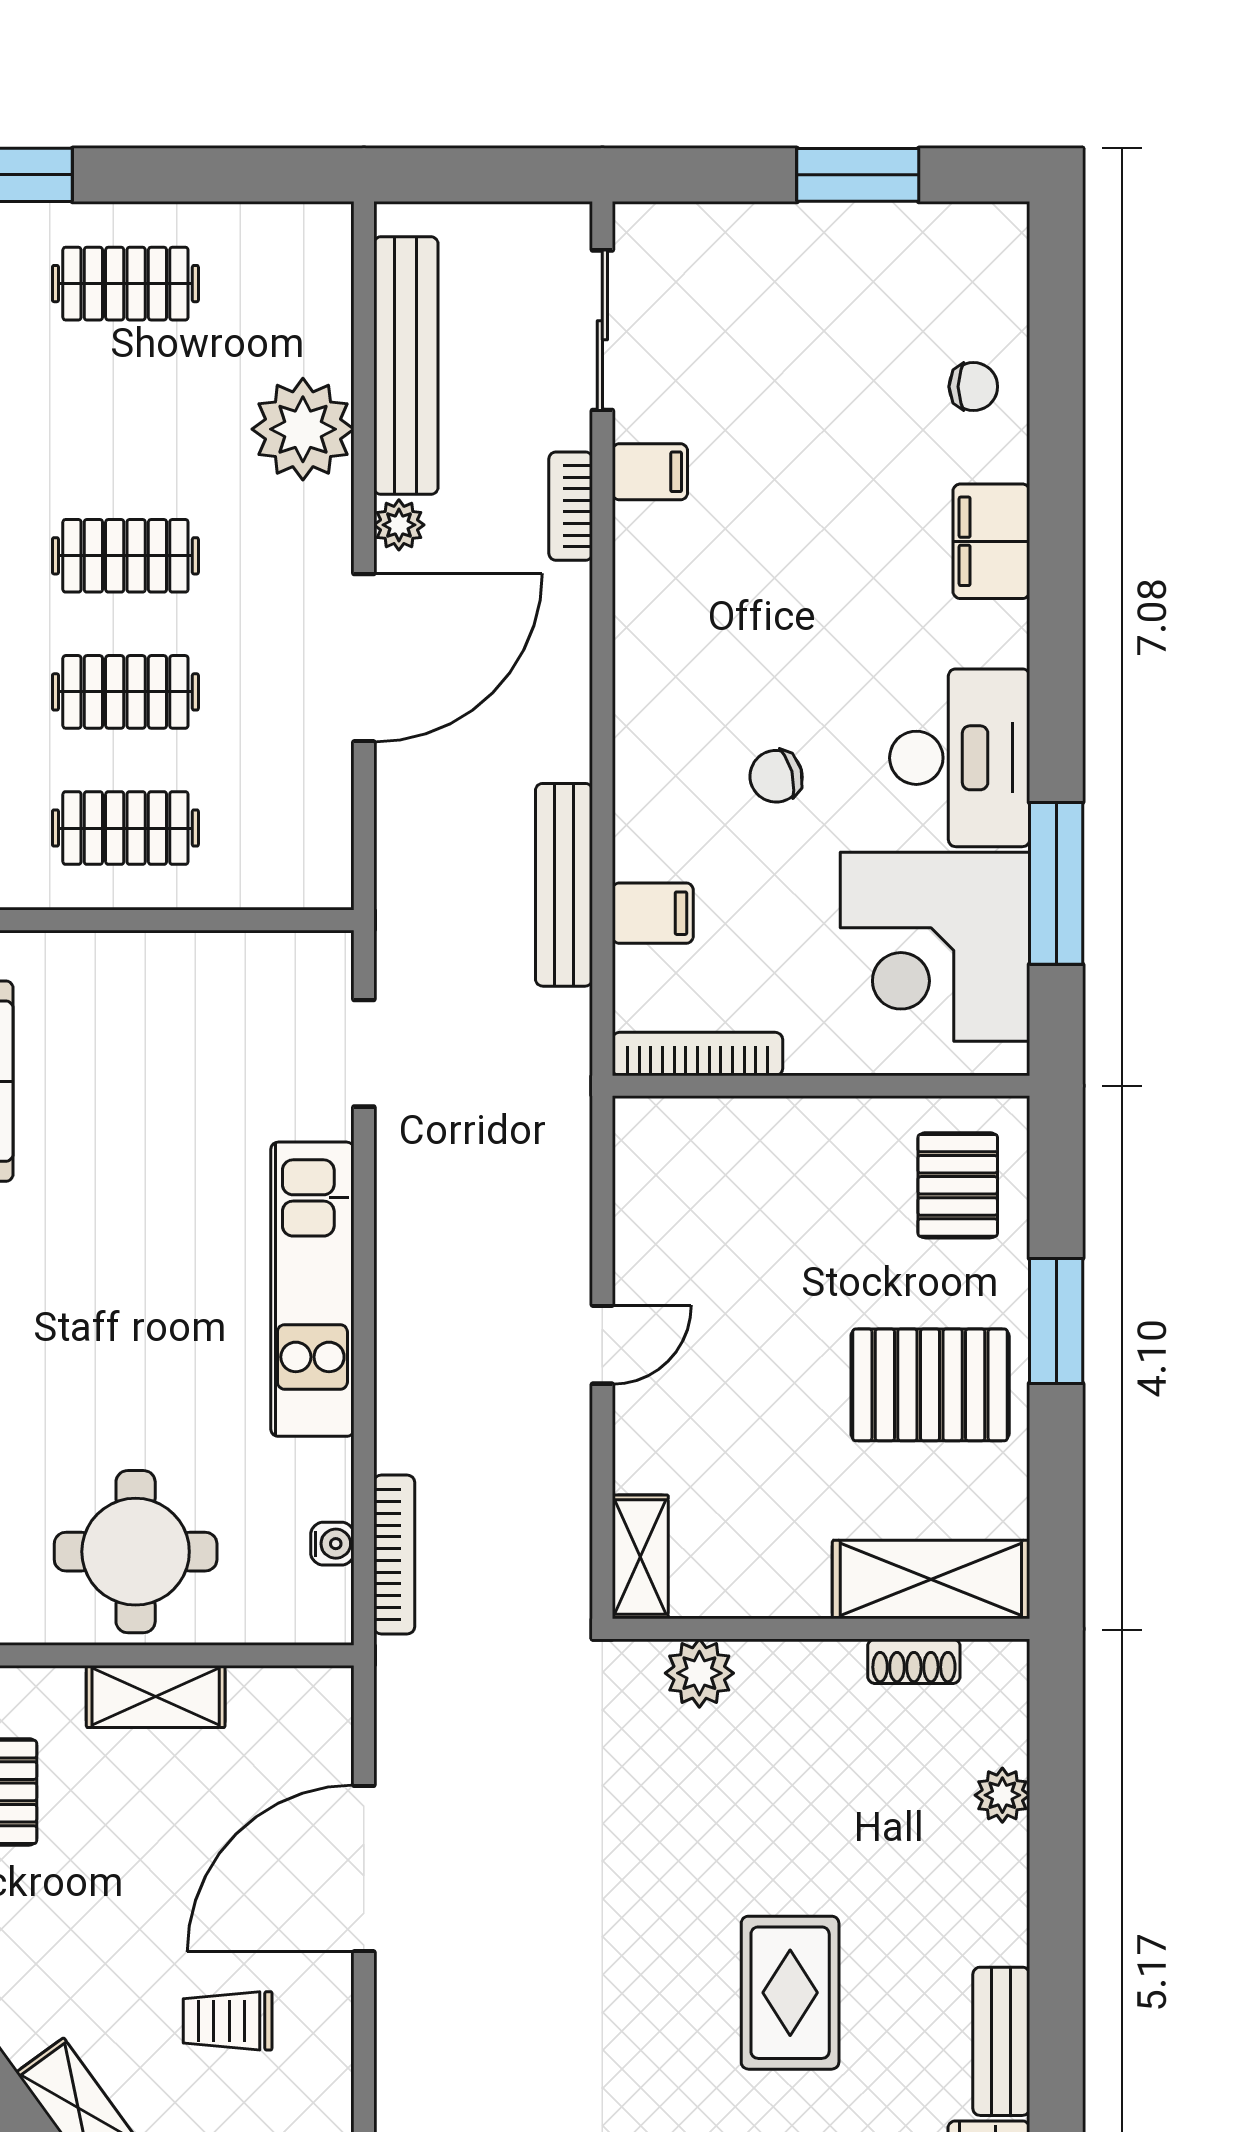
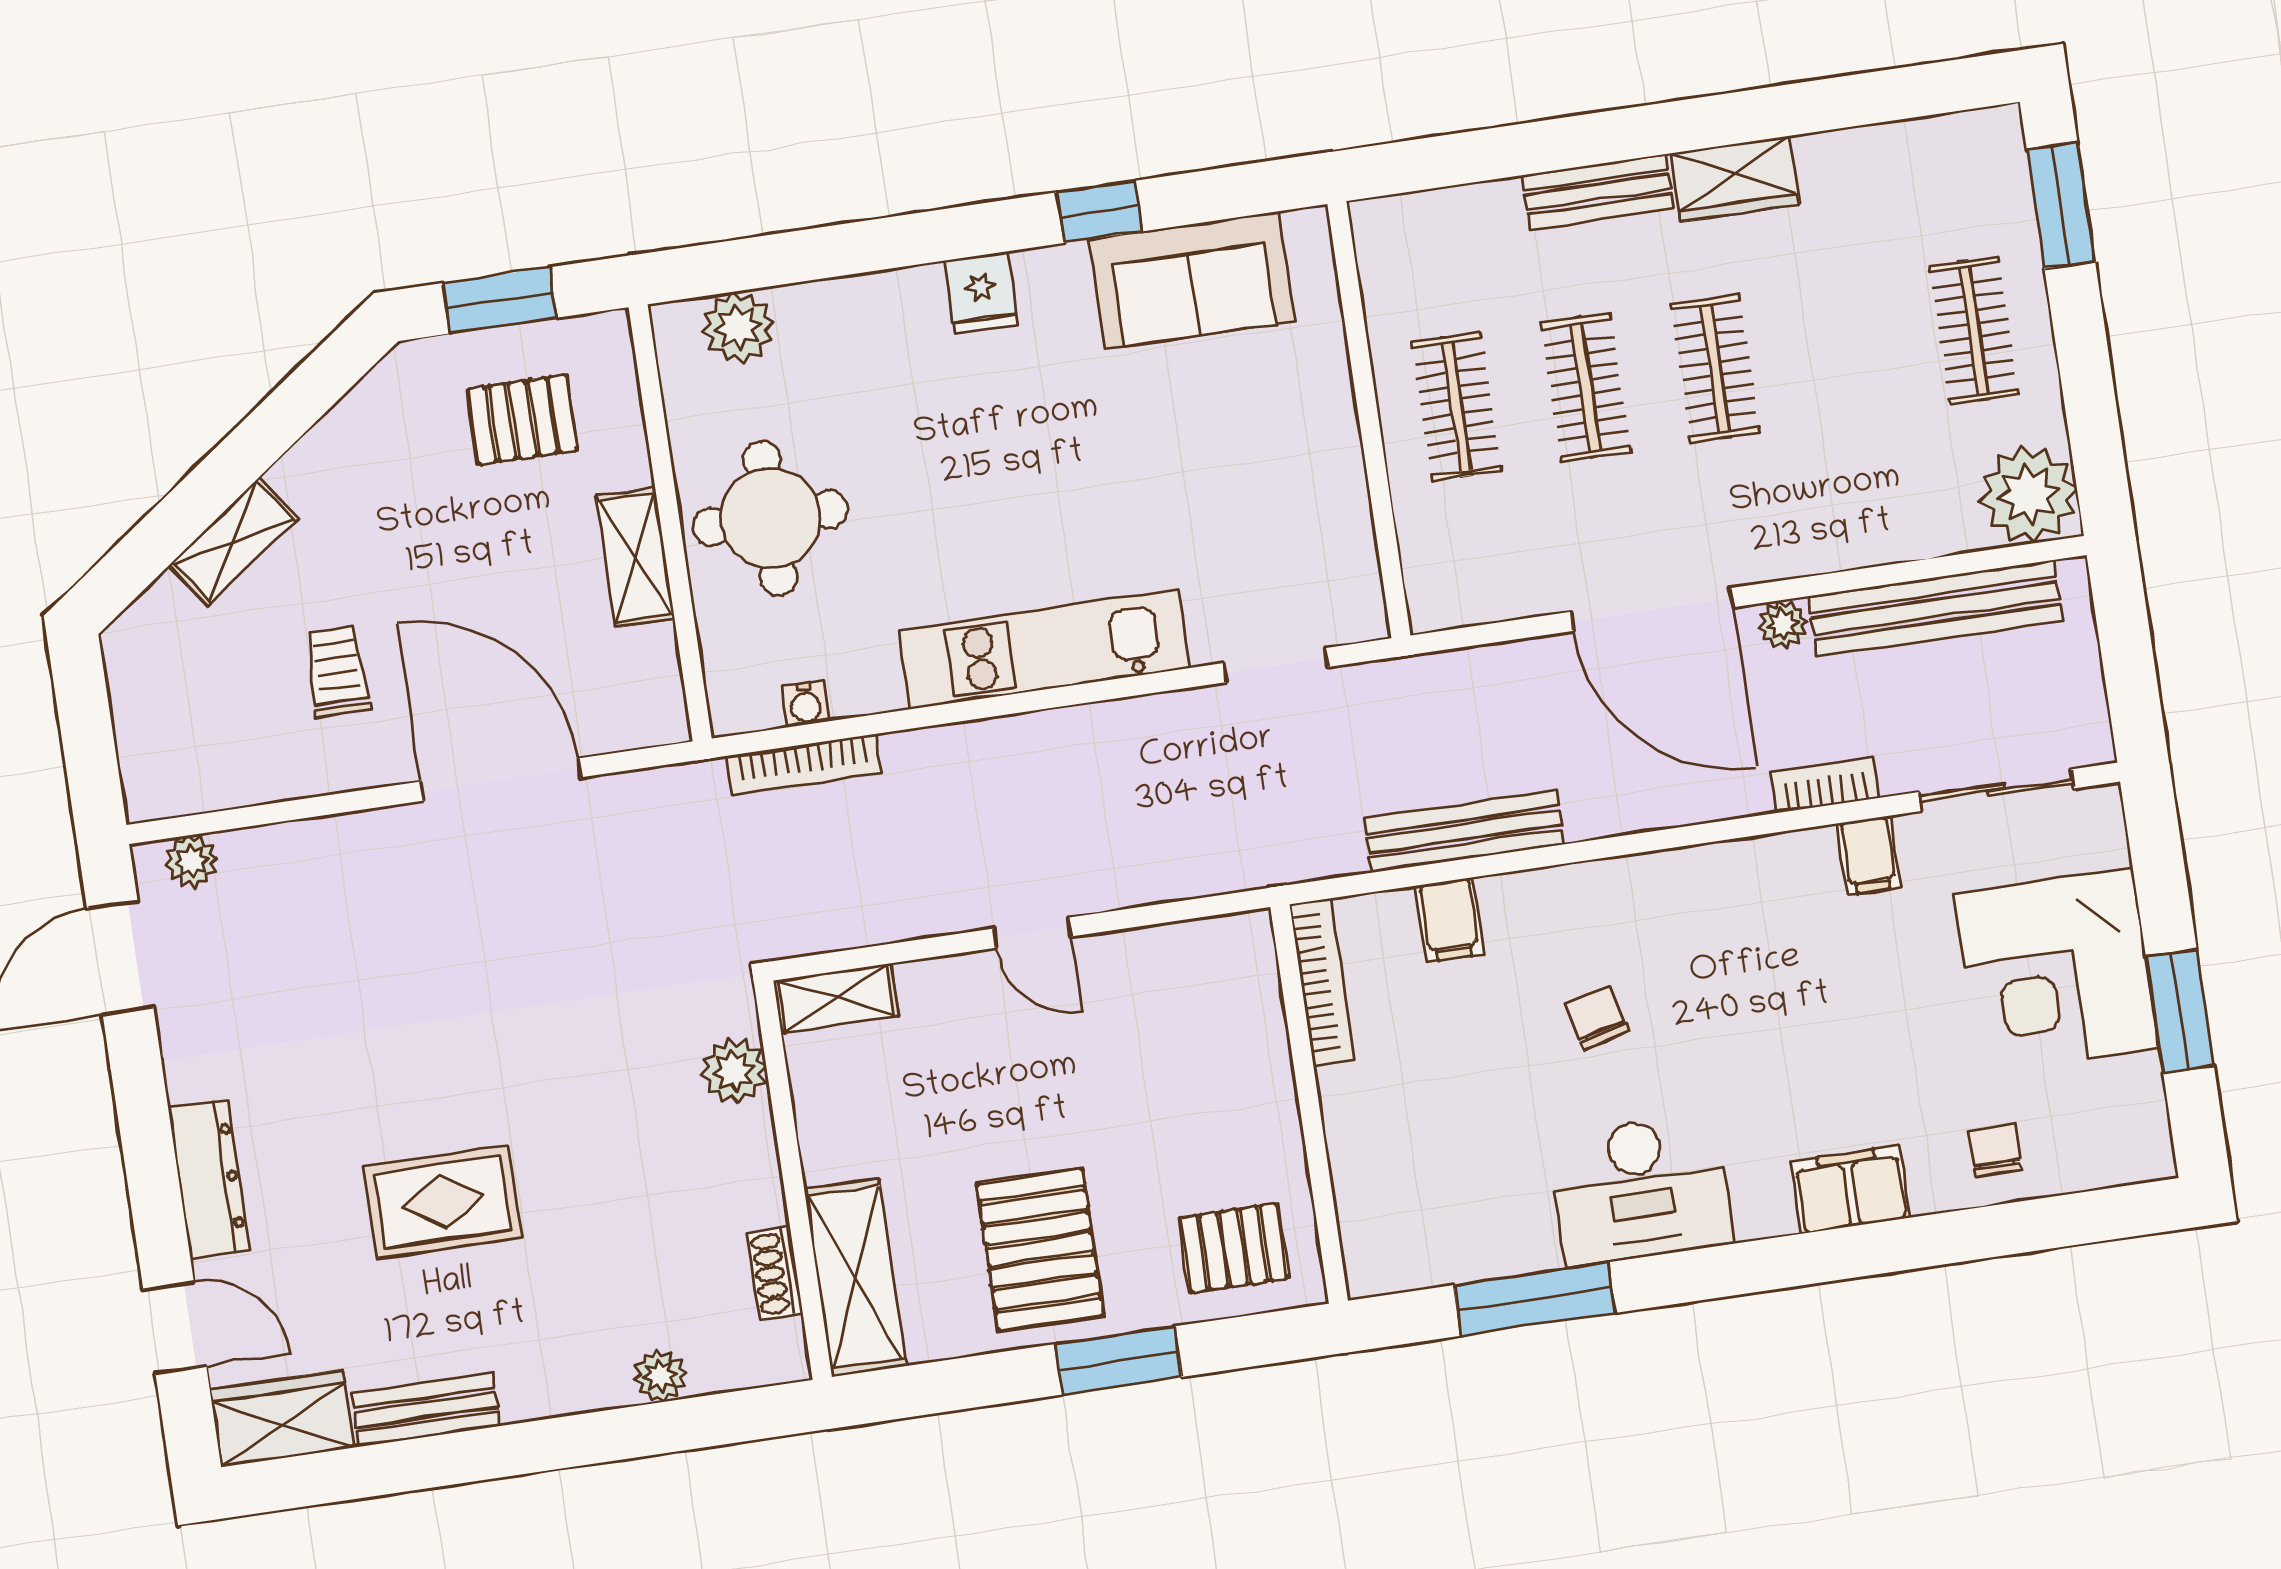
chair: (973, 387) -> (1995, 1151), turned 180
plant: (303, 429) -> (2028, 495), moved
corner desk: (935, 947) -> (2056, 971), moved, turned -90

